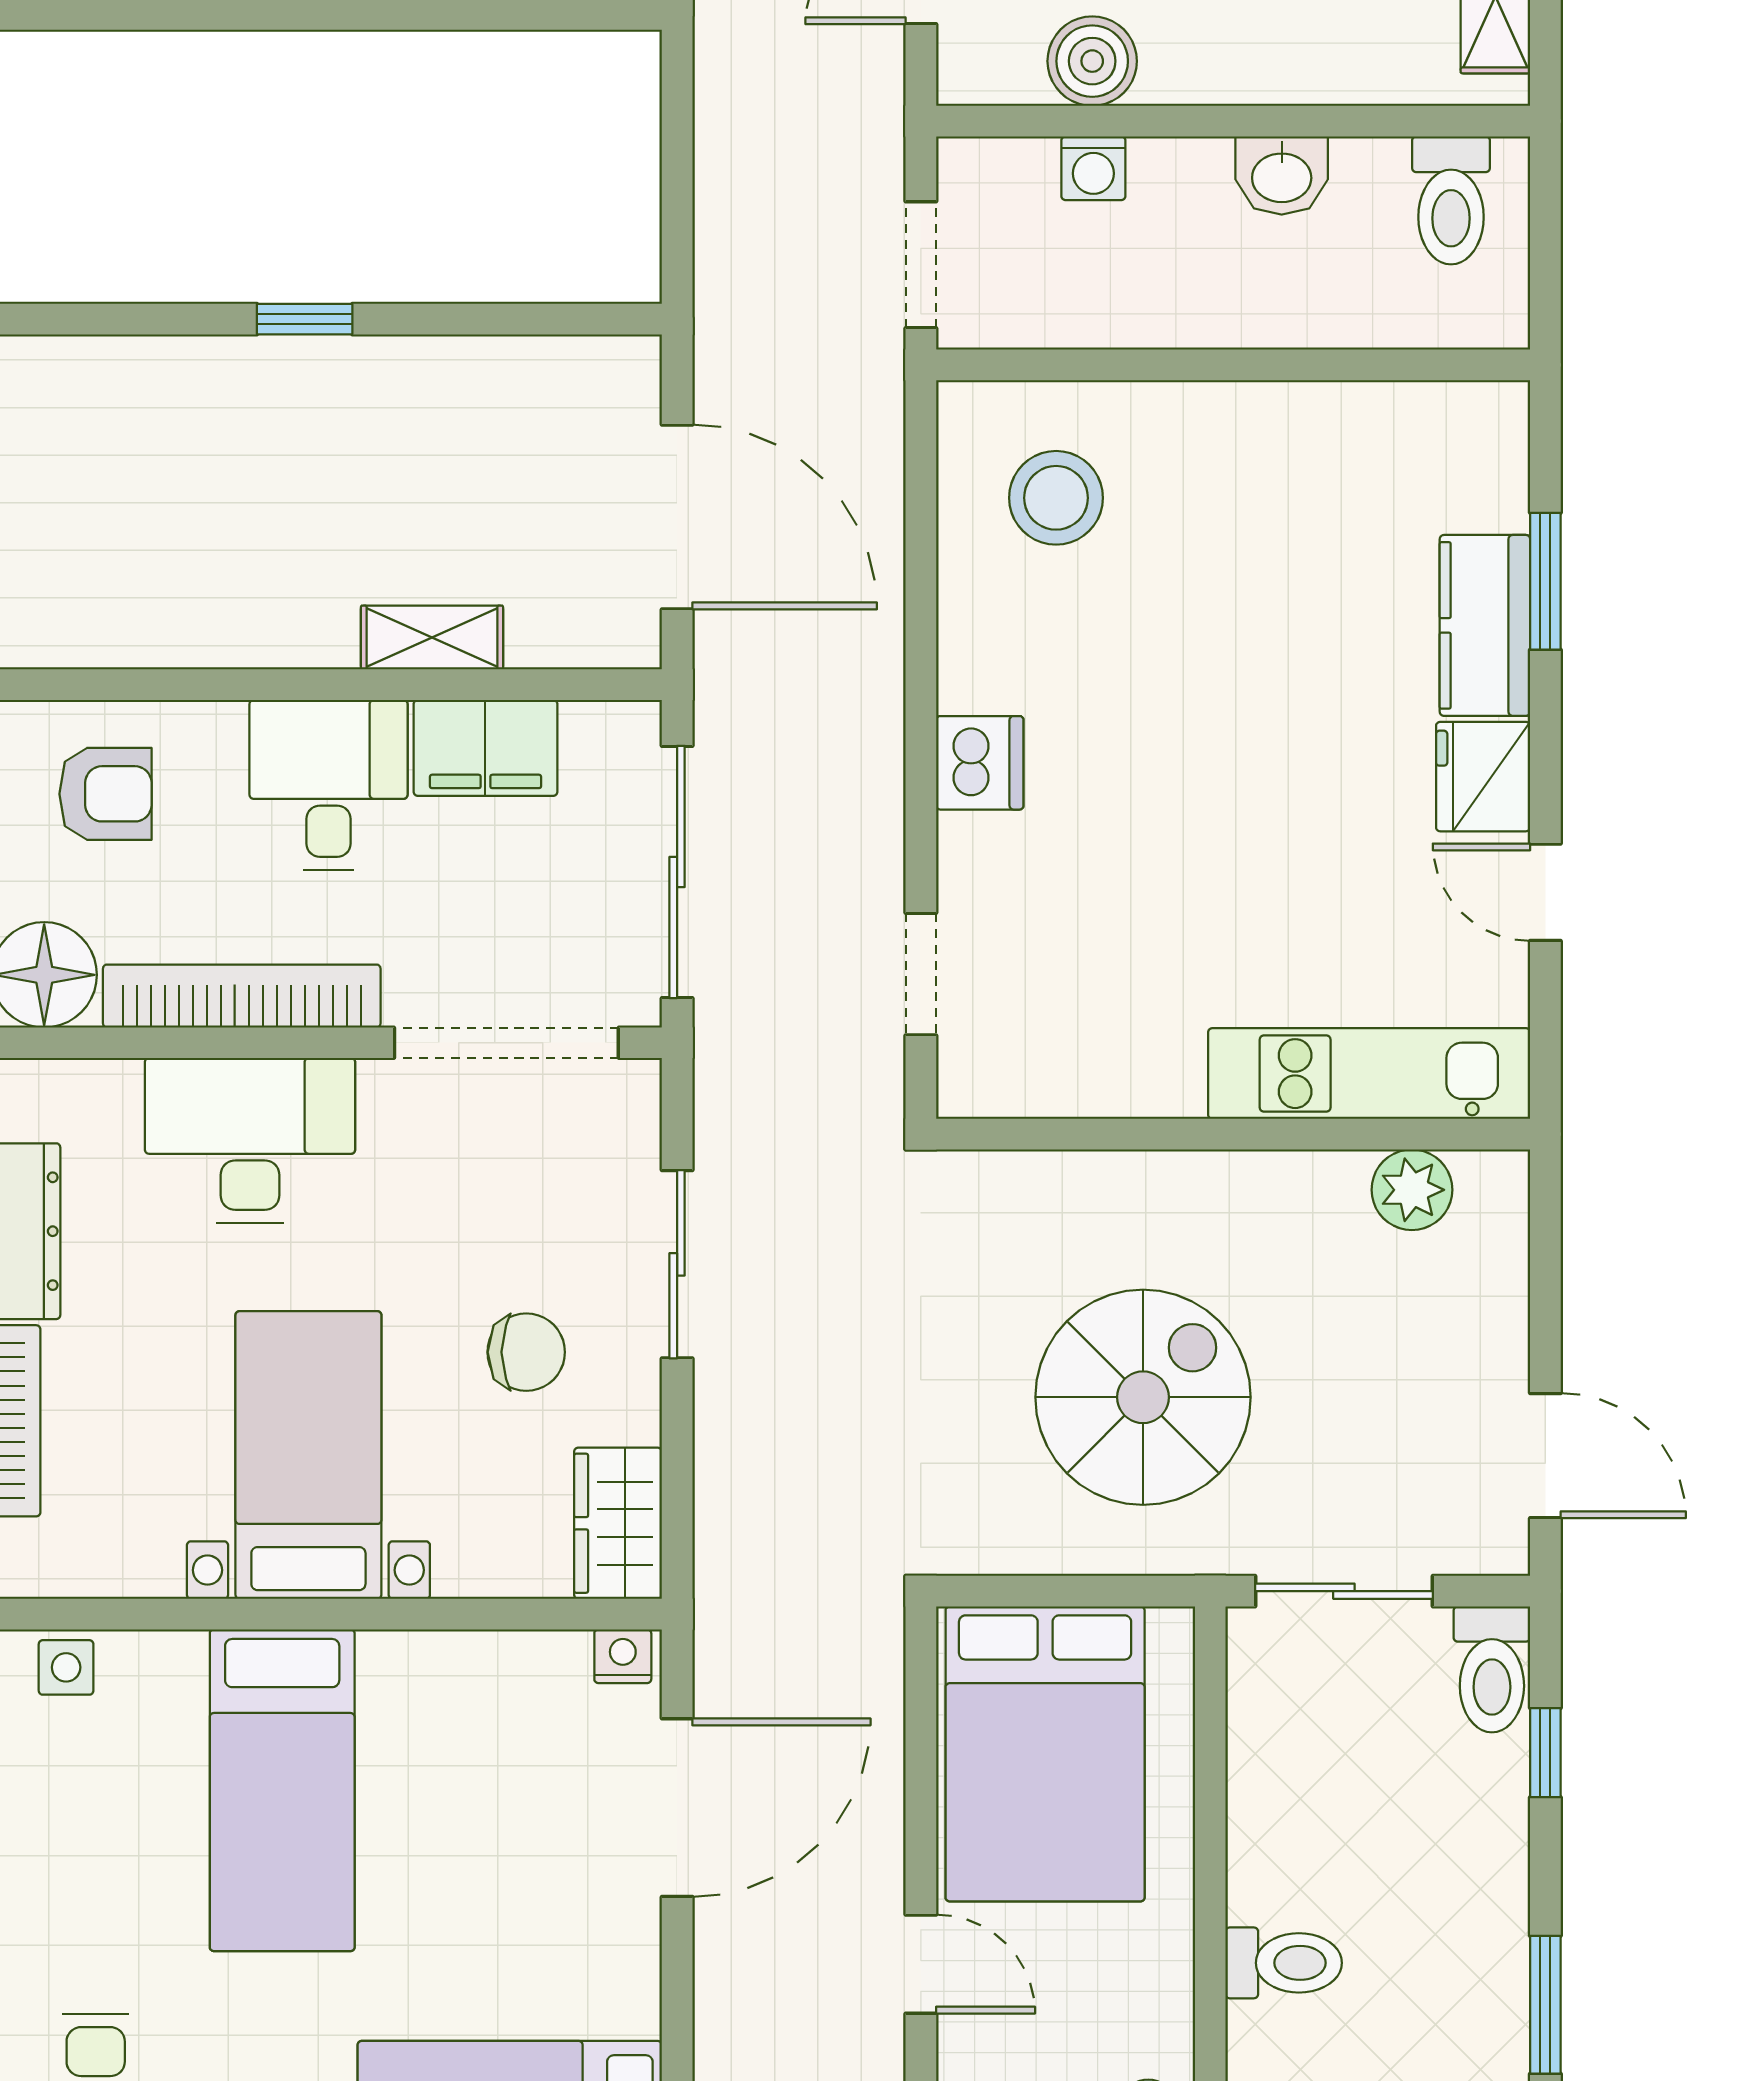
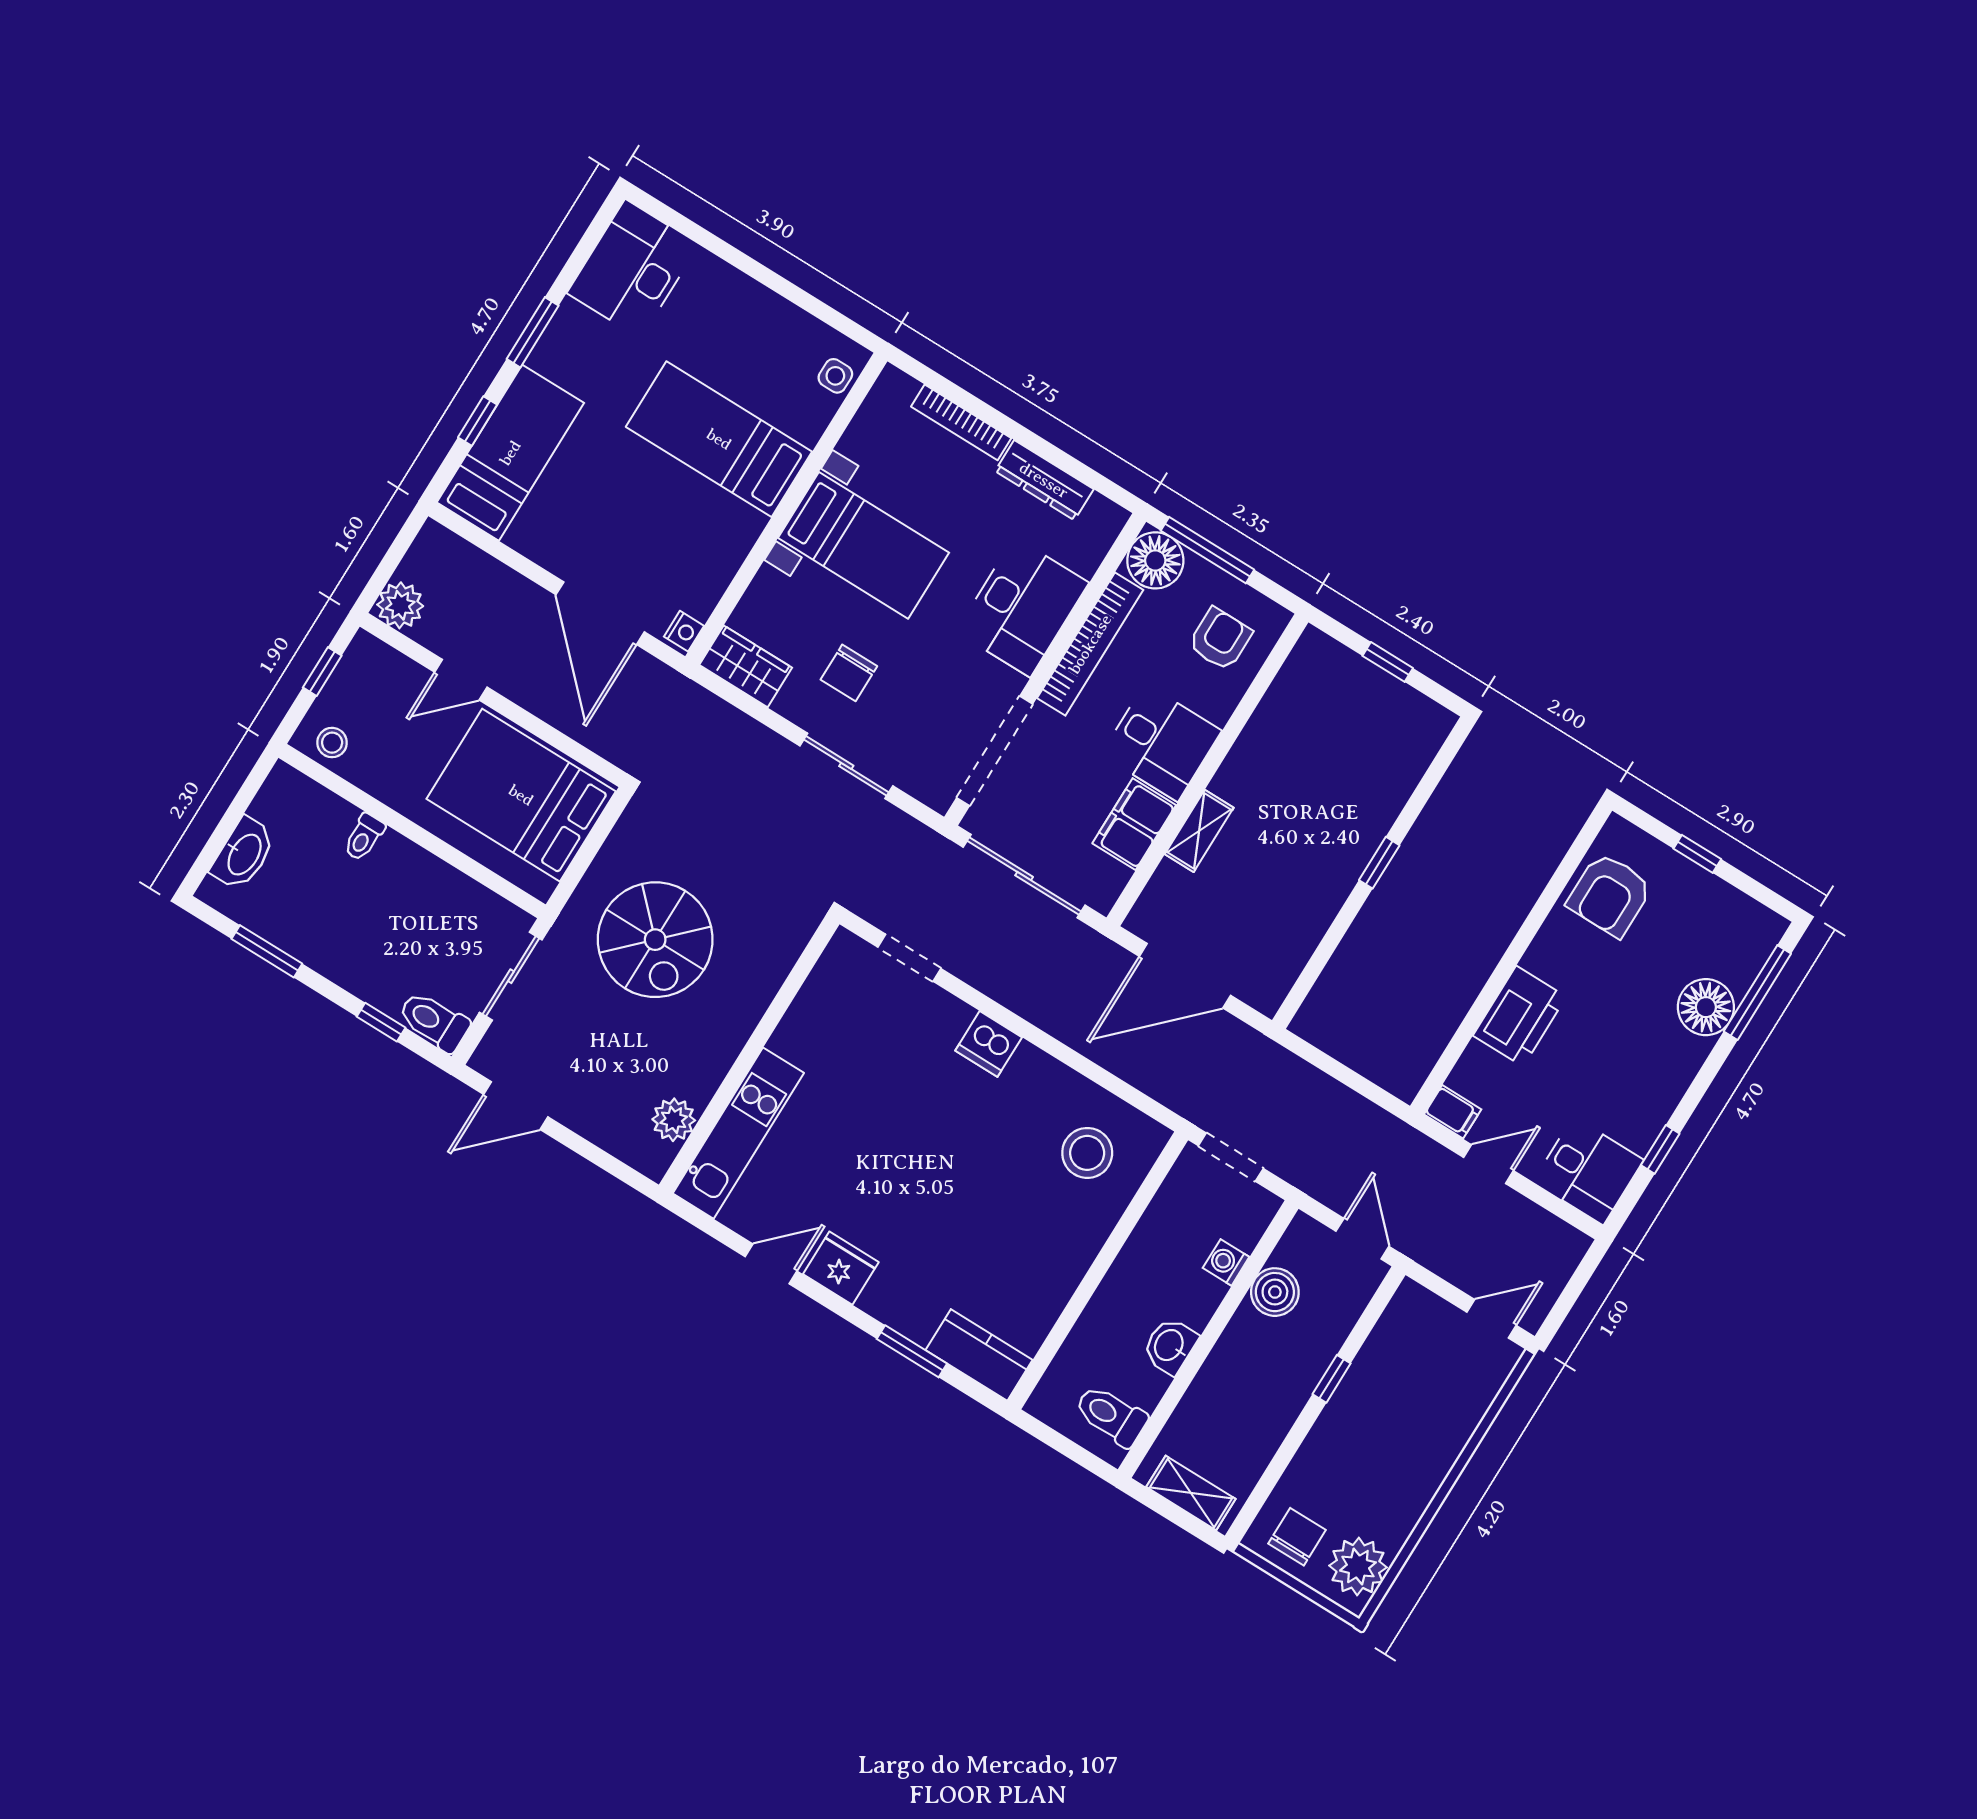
kitchen counter: (1485, 625) -> (979, 1355), moved
armchair: (105, 794) -> (1220, 639), turned 180
toilet: (1284, 1963) -> (364, 837), width x0.73, depth x0.72

